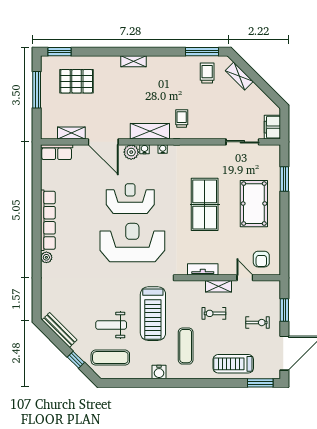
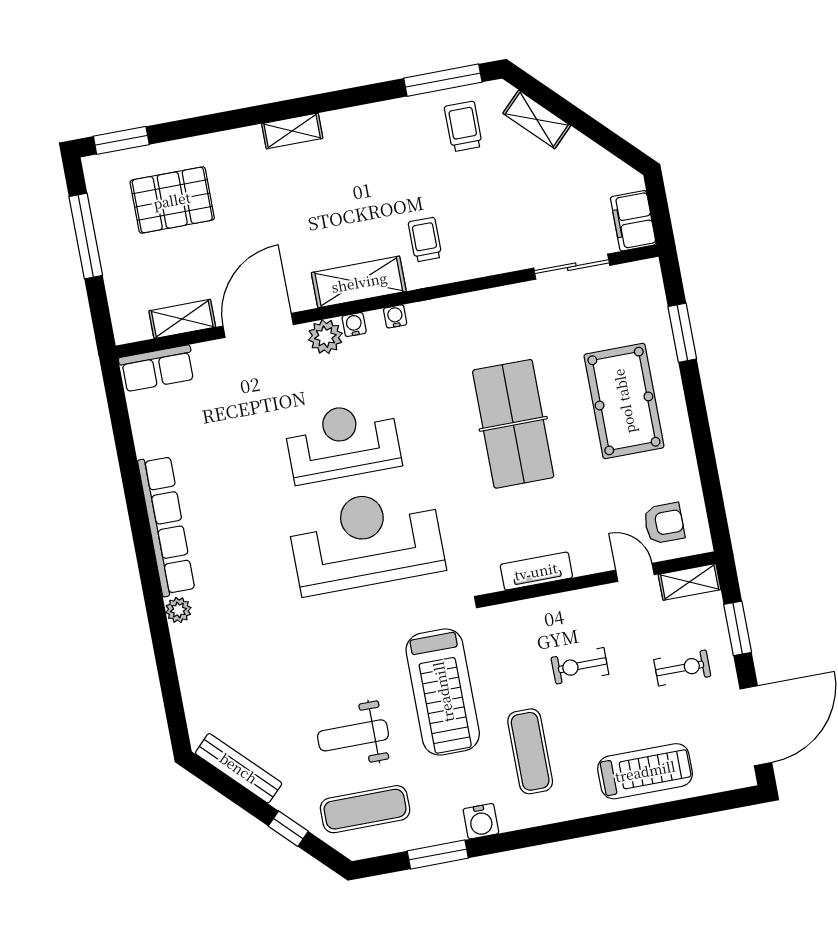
door: (103, 142) -> (258, 325), swing flipped
armchair: (261, 259) -> (664, 523), turned -90
shelving: (218, 286) -> (690, 582), moved
treadmill: (233, 364) -> (645, 771), turned 180
window: (260, 383) -> (438, 854), moved

